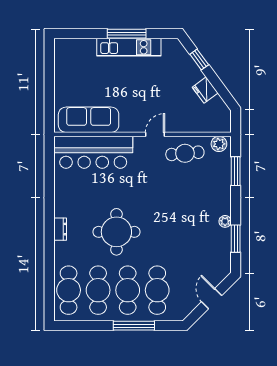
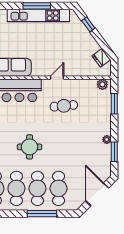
kitchen unit: (129, 47) -> (38, 16), width x1.36
fridge: (205, 90) -> (101, 58), moved
cafe table: (185, 153) -> (64, 106), moved
round table: (116, 232) -> (30, 147), width x0.73, depth x0.73
door: (212, 299) -> (97, 194), width x1.88

